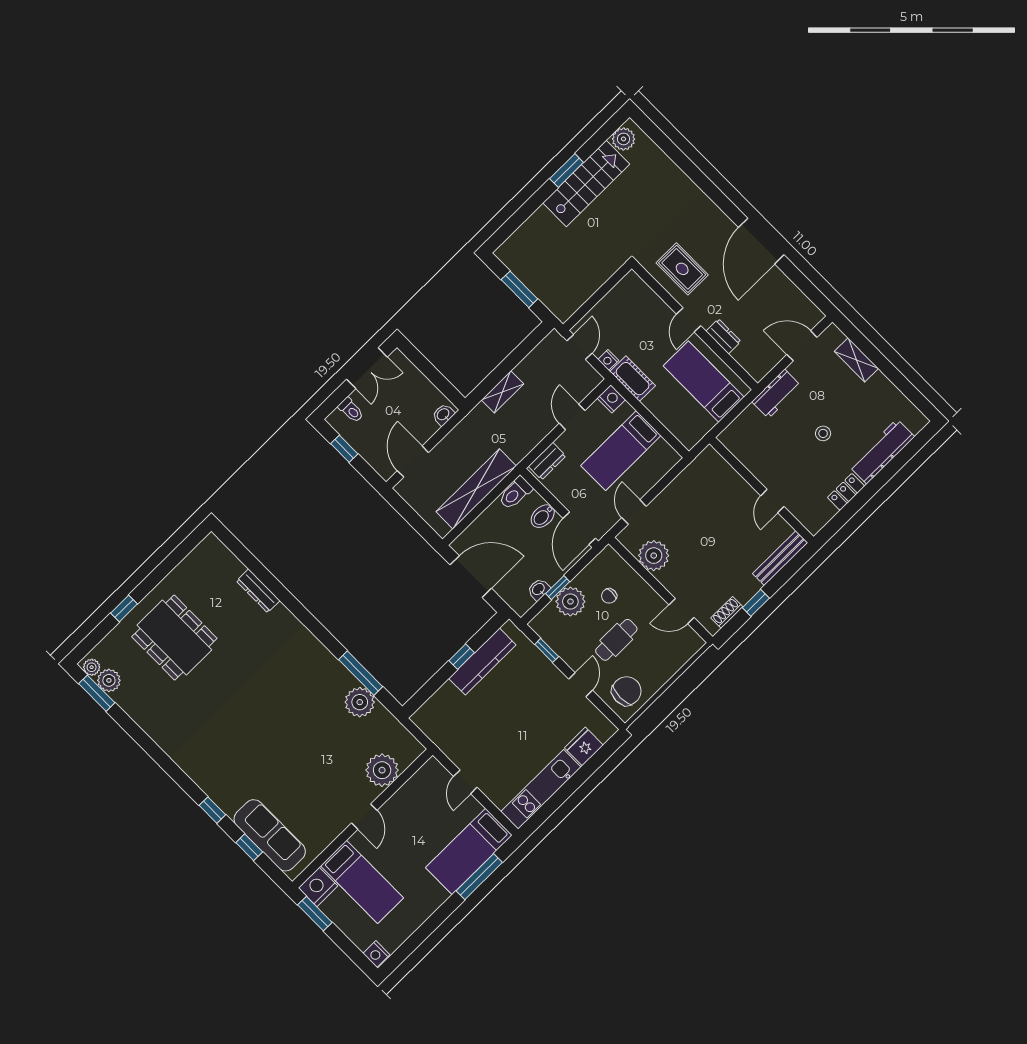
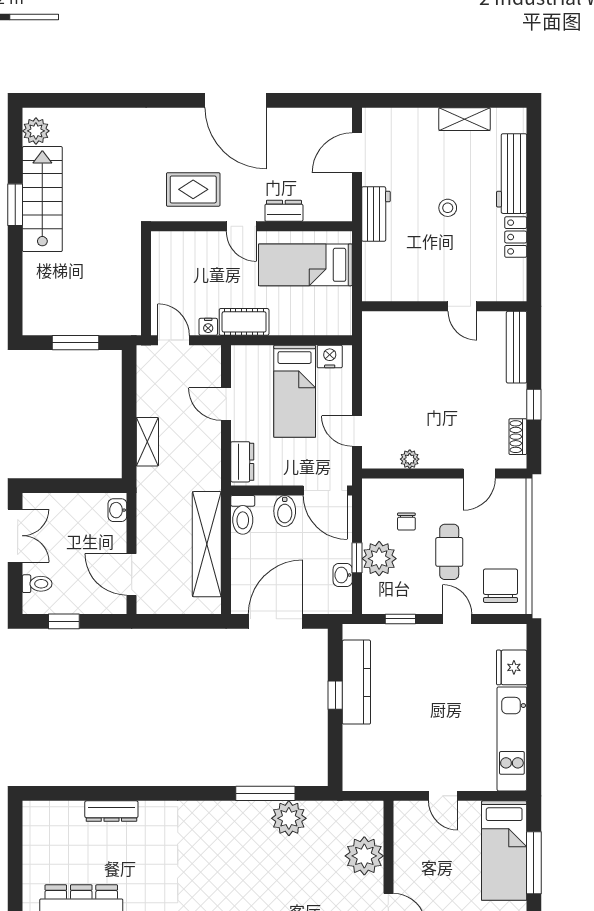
shelving: (856, 360) -> (465, 119), moved
nightstand: (611, 399) -> (330, 357), moved
plant: (654, 556) -> (410, 459), width x0.53, depth x0.53

